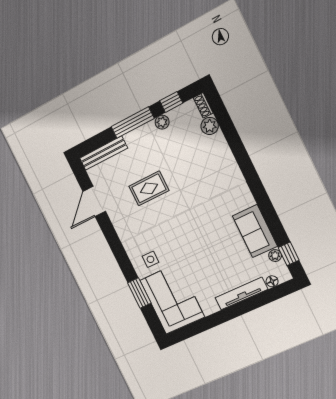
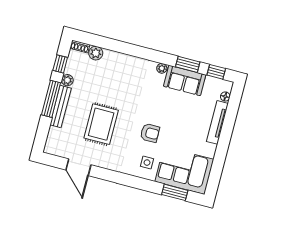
bench: (104, 153) -> (61, 107), moved
rug: (149, 188) -> (101, 124), width x1.36, depth x1.43
window: (273, 221) -> (188, 64), added
armchair: (179, 240) -> (150, 133), added
plant: (275, 256) -> (162, 68), moved
window: (139, 293) -> (175, 192), moved

